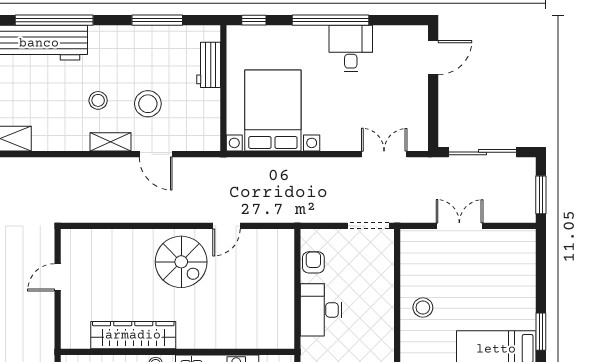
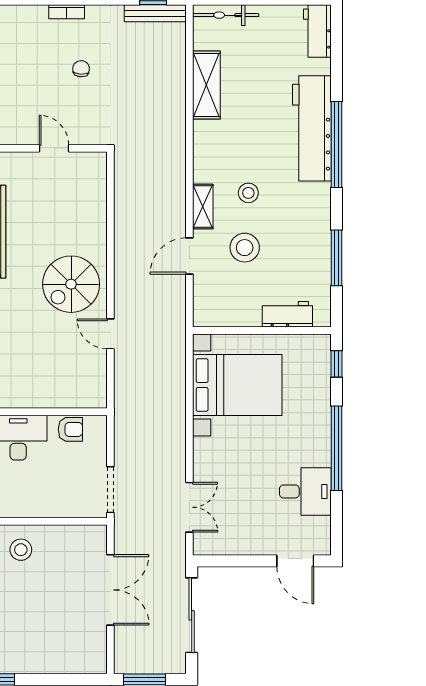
desk: (351, 49) -> (305, 491), moved
double door: (459, 226) -> (110, 590), width x1.37

